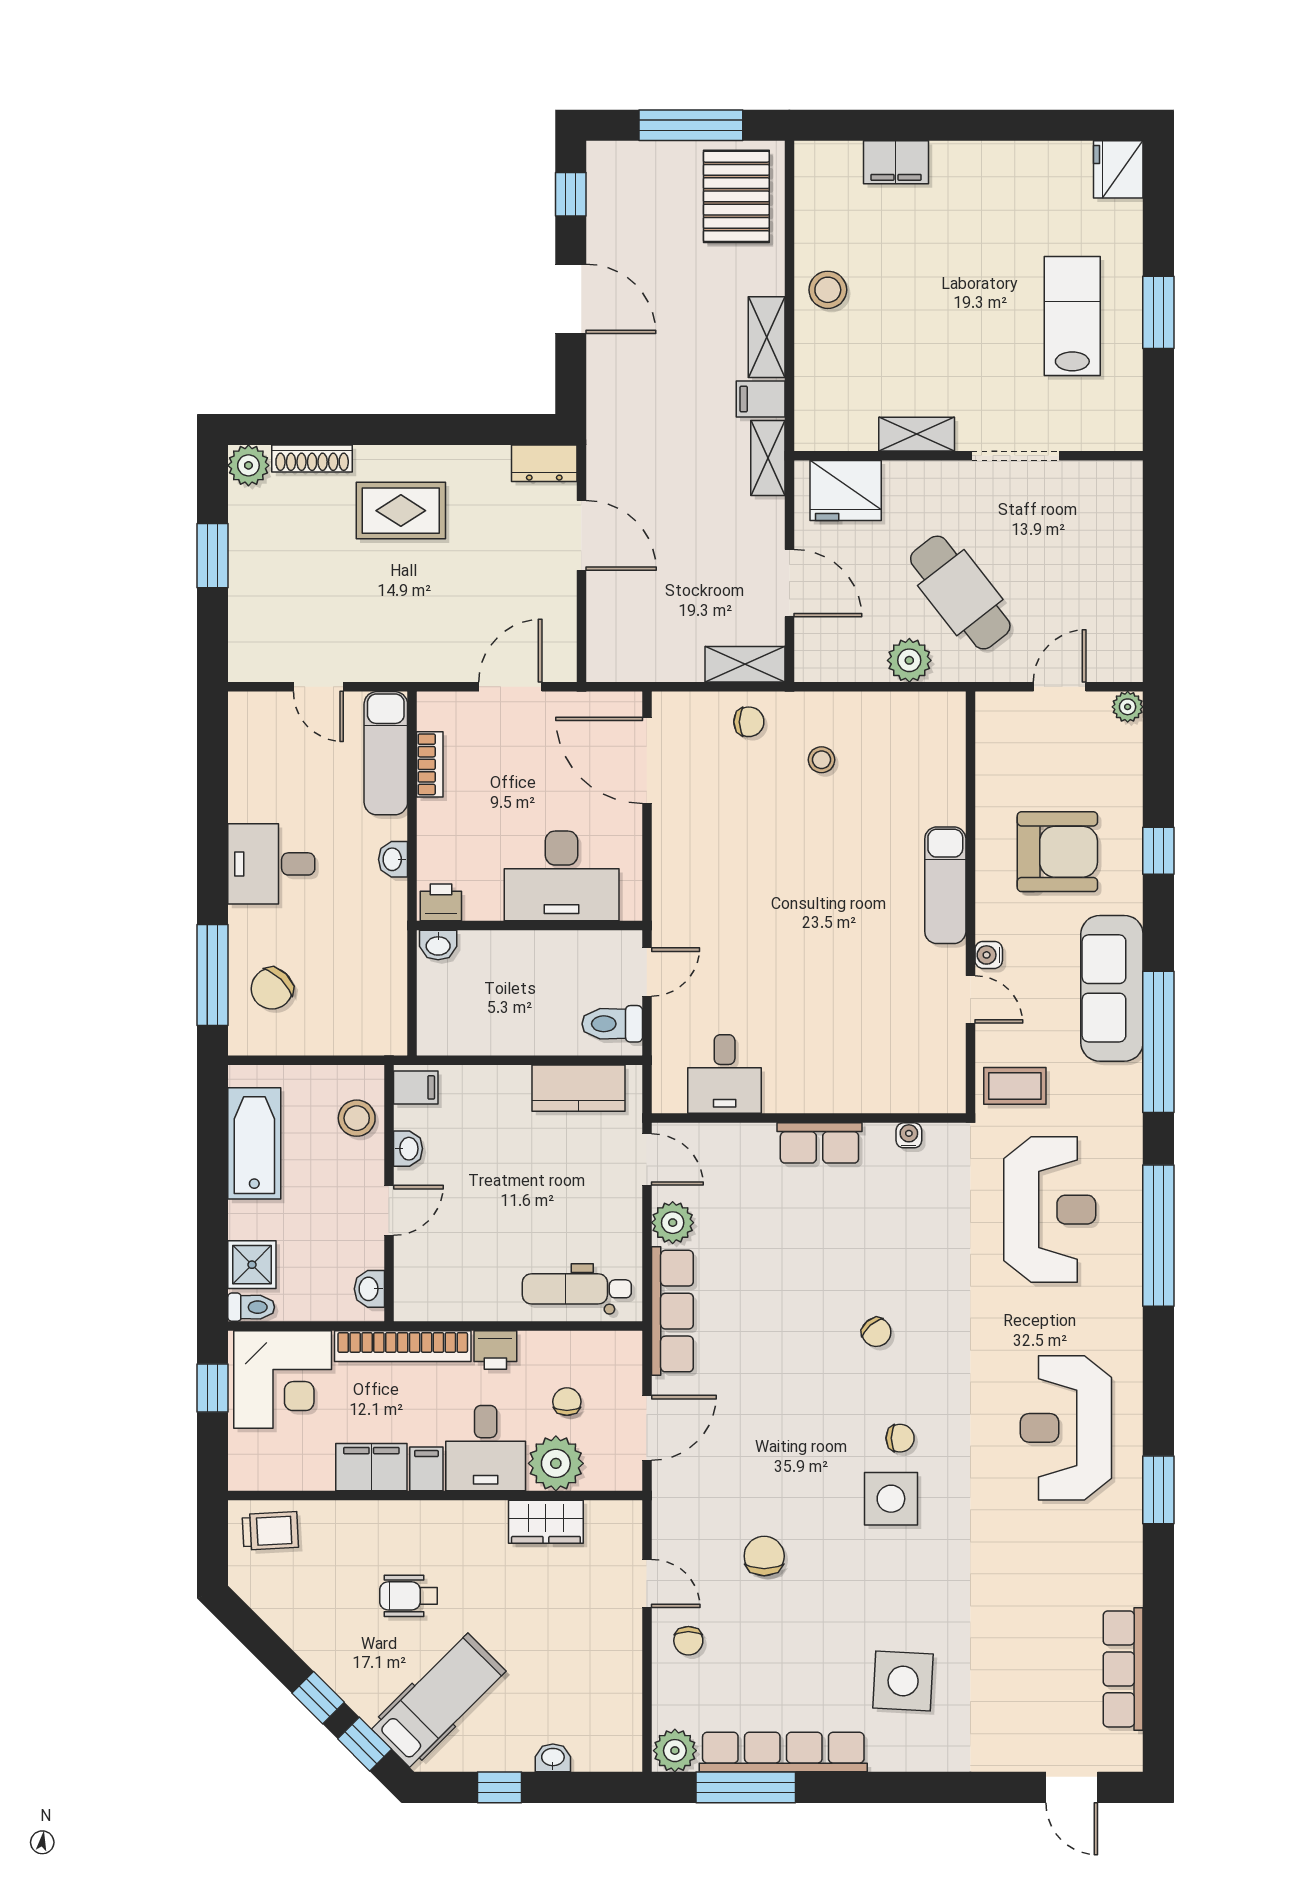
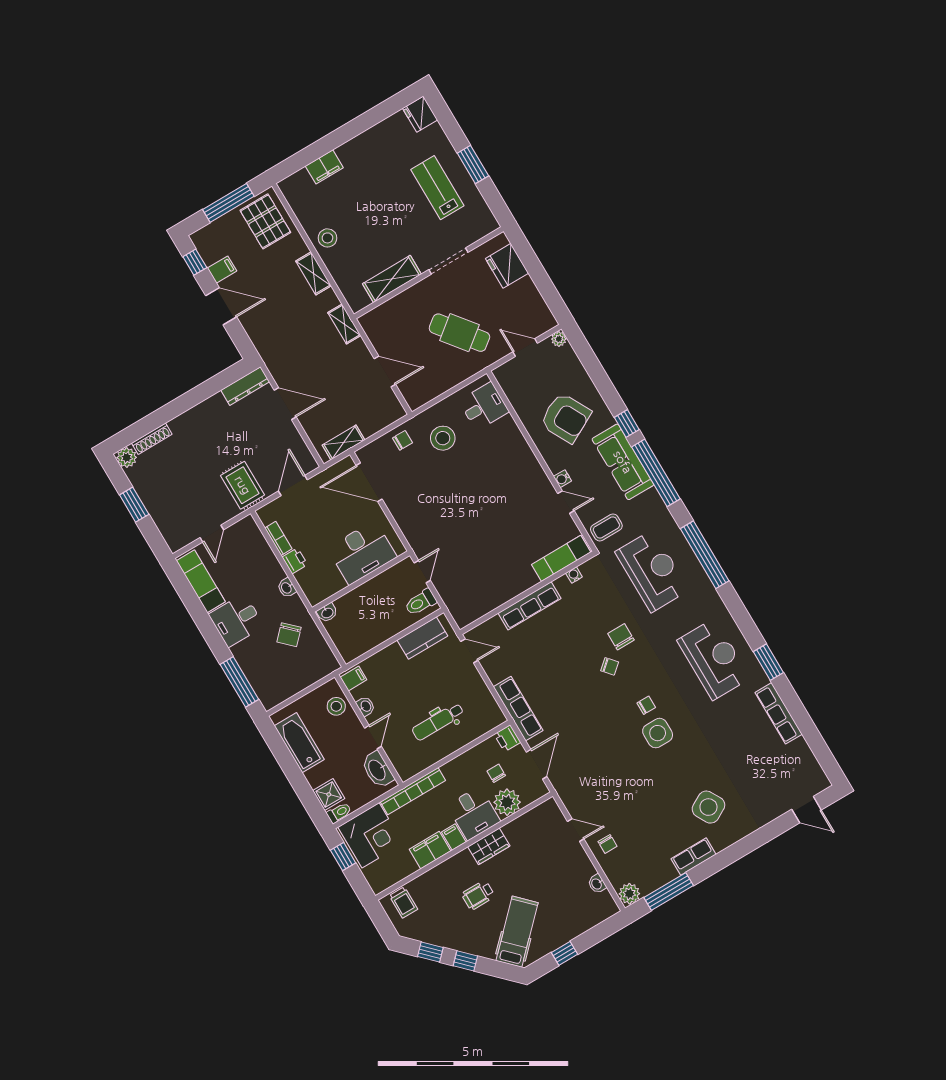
filing cabinet: (761, 399) -> (222, 270), moved, turned 180
shelving: (917, 434) -> (392, 279), width x1.50, depth x1.33
dresser: (544, 463) -> (245, 386), width x1.44
fridge: (846, 490) -> (507, 266), moved, turned 90
rug: (401, 511) -> (243, 485), moved, turned 90
plant: (909, 660) -> (455, 374), removed
shelving: (745, 664) -> (344, 442), moved
door: (318, 687) -> (212, 534), hinge flipped
door: (1060, 687) -> (525, 348), hinge flipped
exam couch: (386, 753) -> (201, 581), moved, turned 180
stool: (822, 760) -> (443, 438), width x1.89, depth x1.89
window: (1158, 851) -> (627, 424), moved
armchair: (1057, 852) -> (566, 418), turned 62
exam couch: (945, 885) -> (561, 558), moved, turned 90
printer: (441, 902) -> (295, 561), moved, turned 90
chair: (272, 989) -> (289, 635), moved
desk: (725, 1074) -> (484, 406), moved, turned -90
row of seats: (819, 1143) -> (530, 606), width x1.48
plant: (673, 1223) -> (496, 671), removed
washbasin: (369, 1289) -> (377, 770), width x1.91, depth x1.45
dental chair: (577, 1289) -> (438, 722), moved
printer: (495, 1350) -> (507, 738), moved, turned 90
reception desk: (1066, 1428) -> (714, 659), turned 180
wardrobe: (546, 1522) -> (489, 846), moved
trolley: (270, 1531) -> (403, 902), turned 93
chair: (764, 1556) -> (621, 637), moved
row of seats: (1123, 1669) -> (779, 713), moved
side table: (903, 1681) -> (708, 807), turned -32
window: (365, 1744) -> (430, 952), moved
row of seats: (783, 1752) -> (694, 857), width x0.50
washbasin: (553, 1758) -> (597, 884), moved, turned -90

